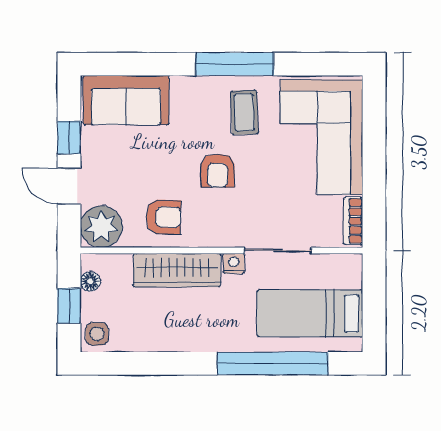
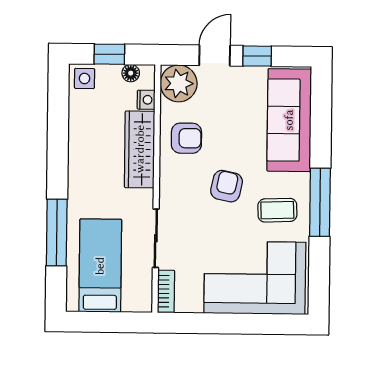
sofa: (126, 100) -> (289, 120), width x1.36
armchair: (218, 171) -> (227, 186), turned 102
armchair: (164, 217) -> (186, 138), turned -92
bookcase: (353, 221) -> (166, 291), moved, turned 90
nightstand: (234, 263) -> (146, 100), moved
window: (273, 363) -> (57, 232), width x0.68

